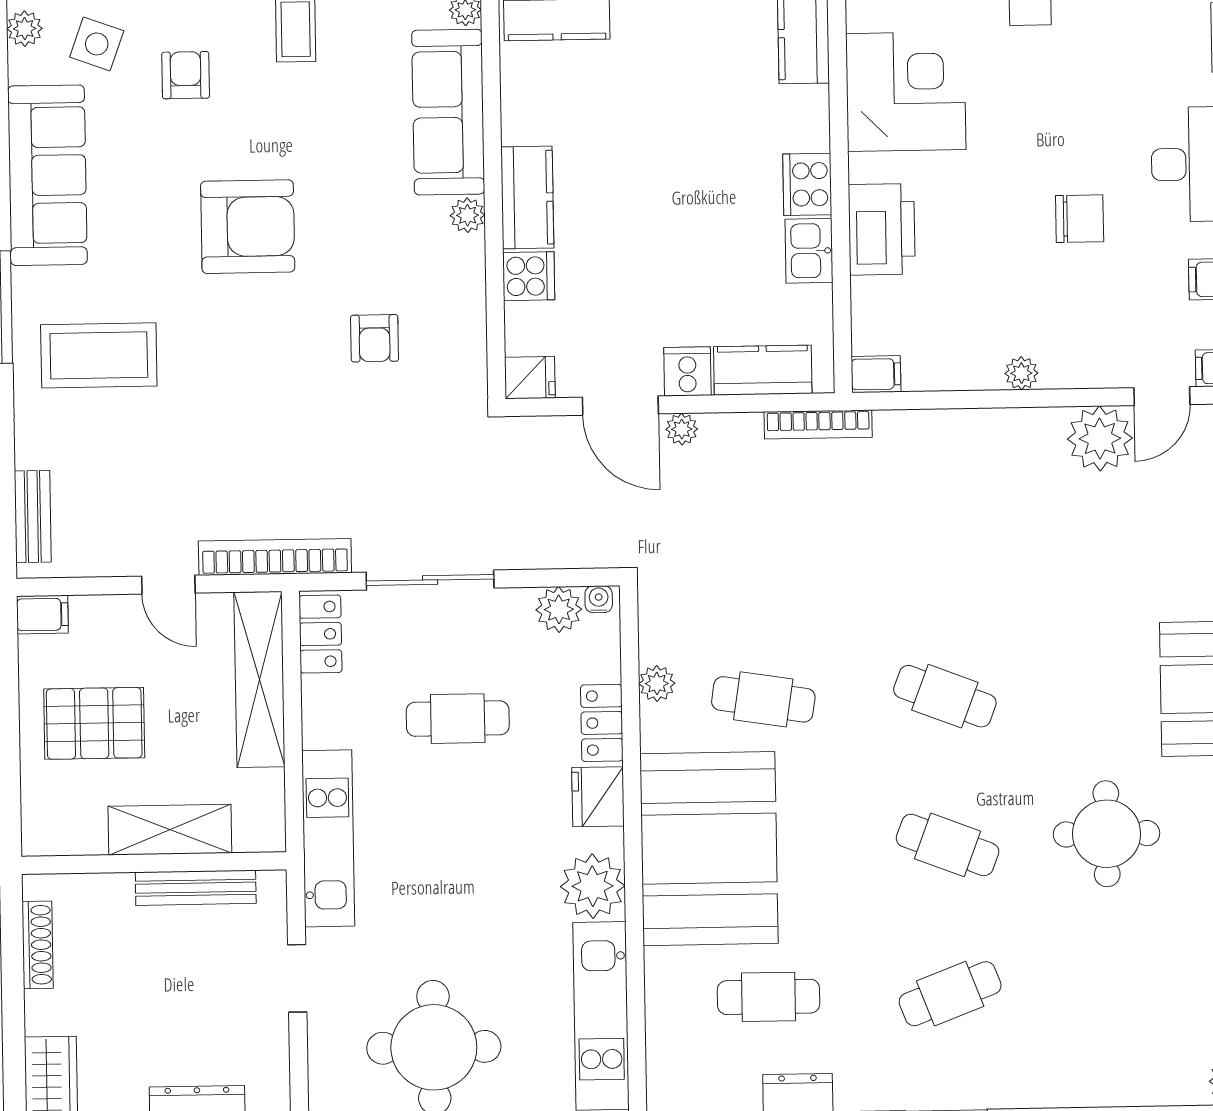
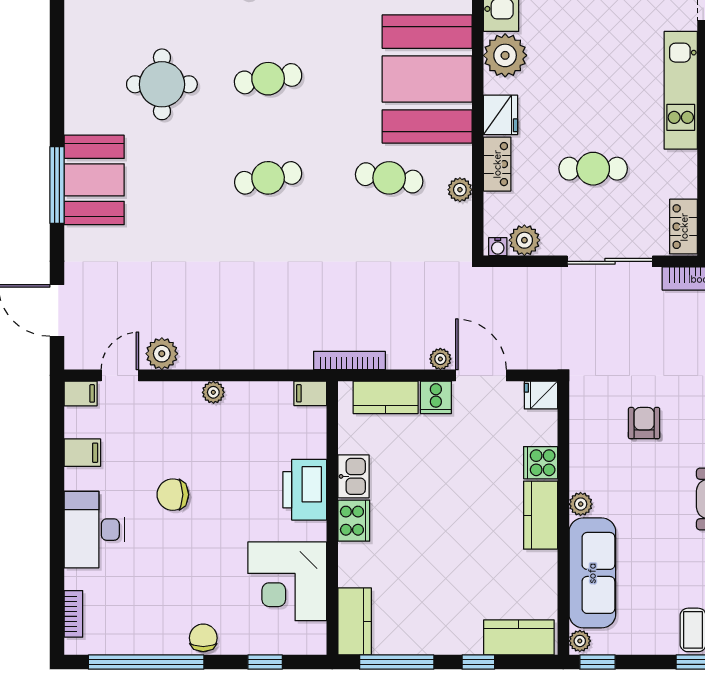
plant: (1100, 438) -> (162, 354), width x0.73, depth x0.73
cafe table: (945, 696) -> (268, 178), turned -33
cafe table: (948, 845) -> (268, 79), turned -30

